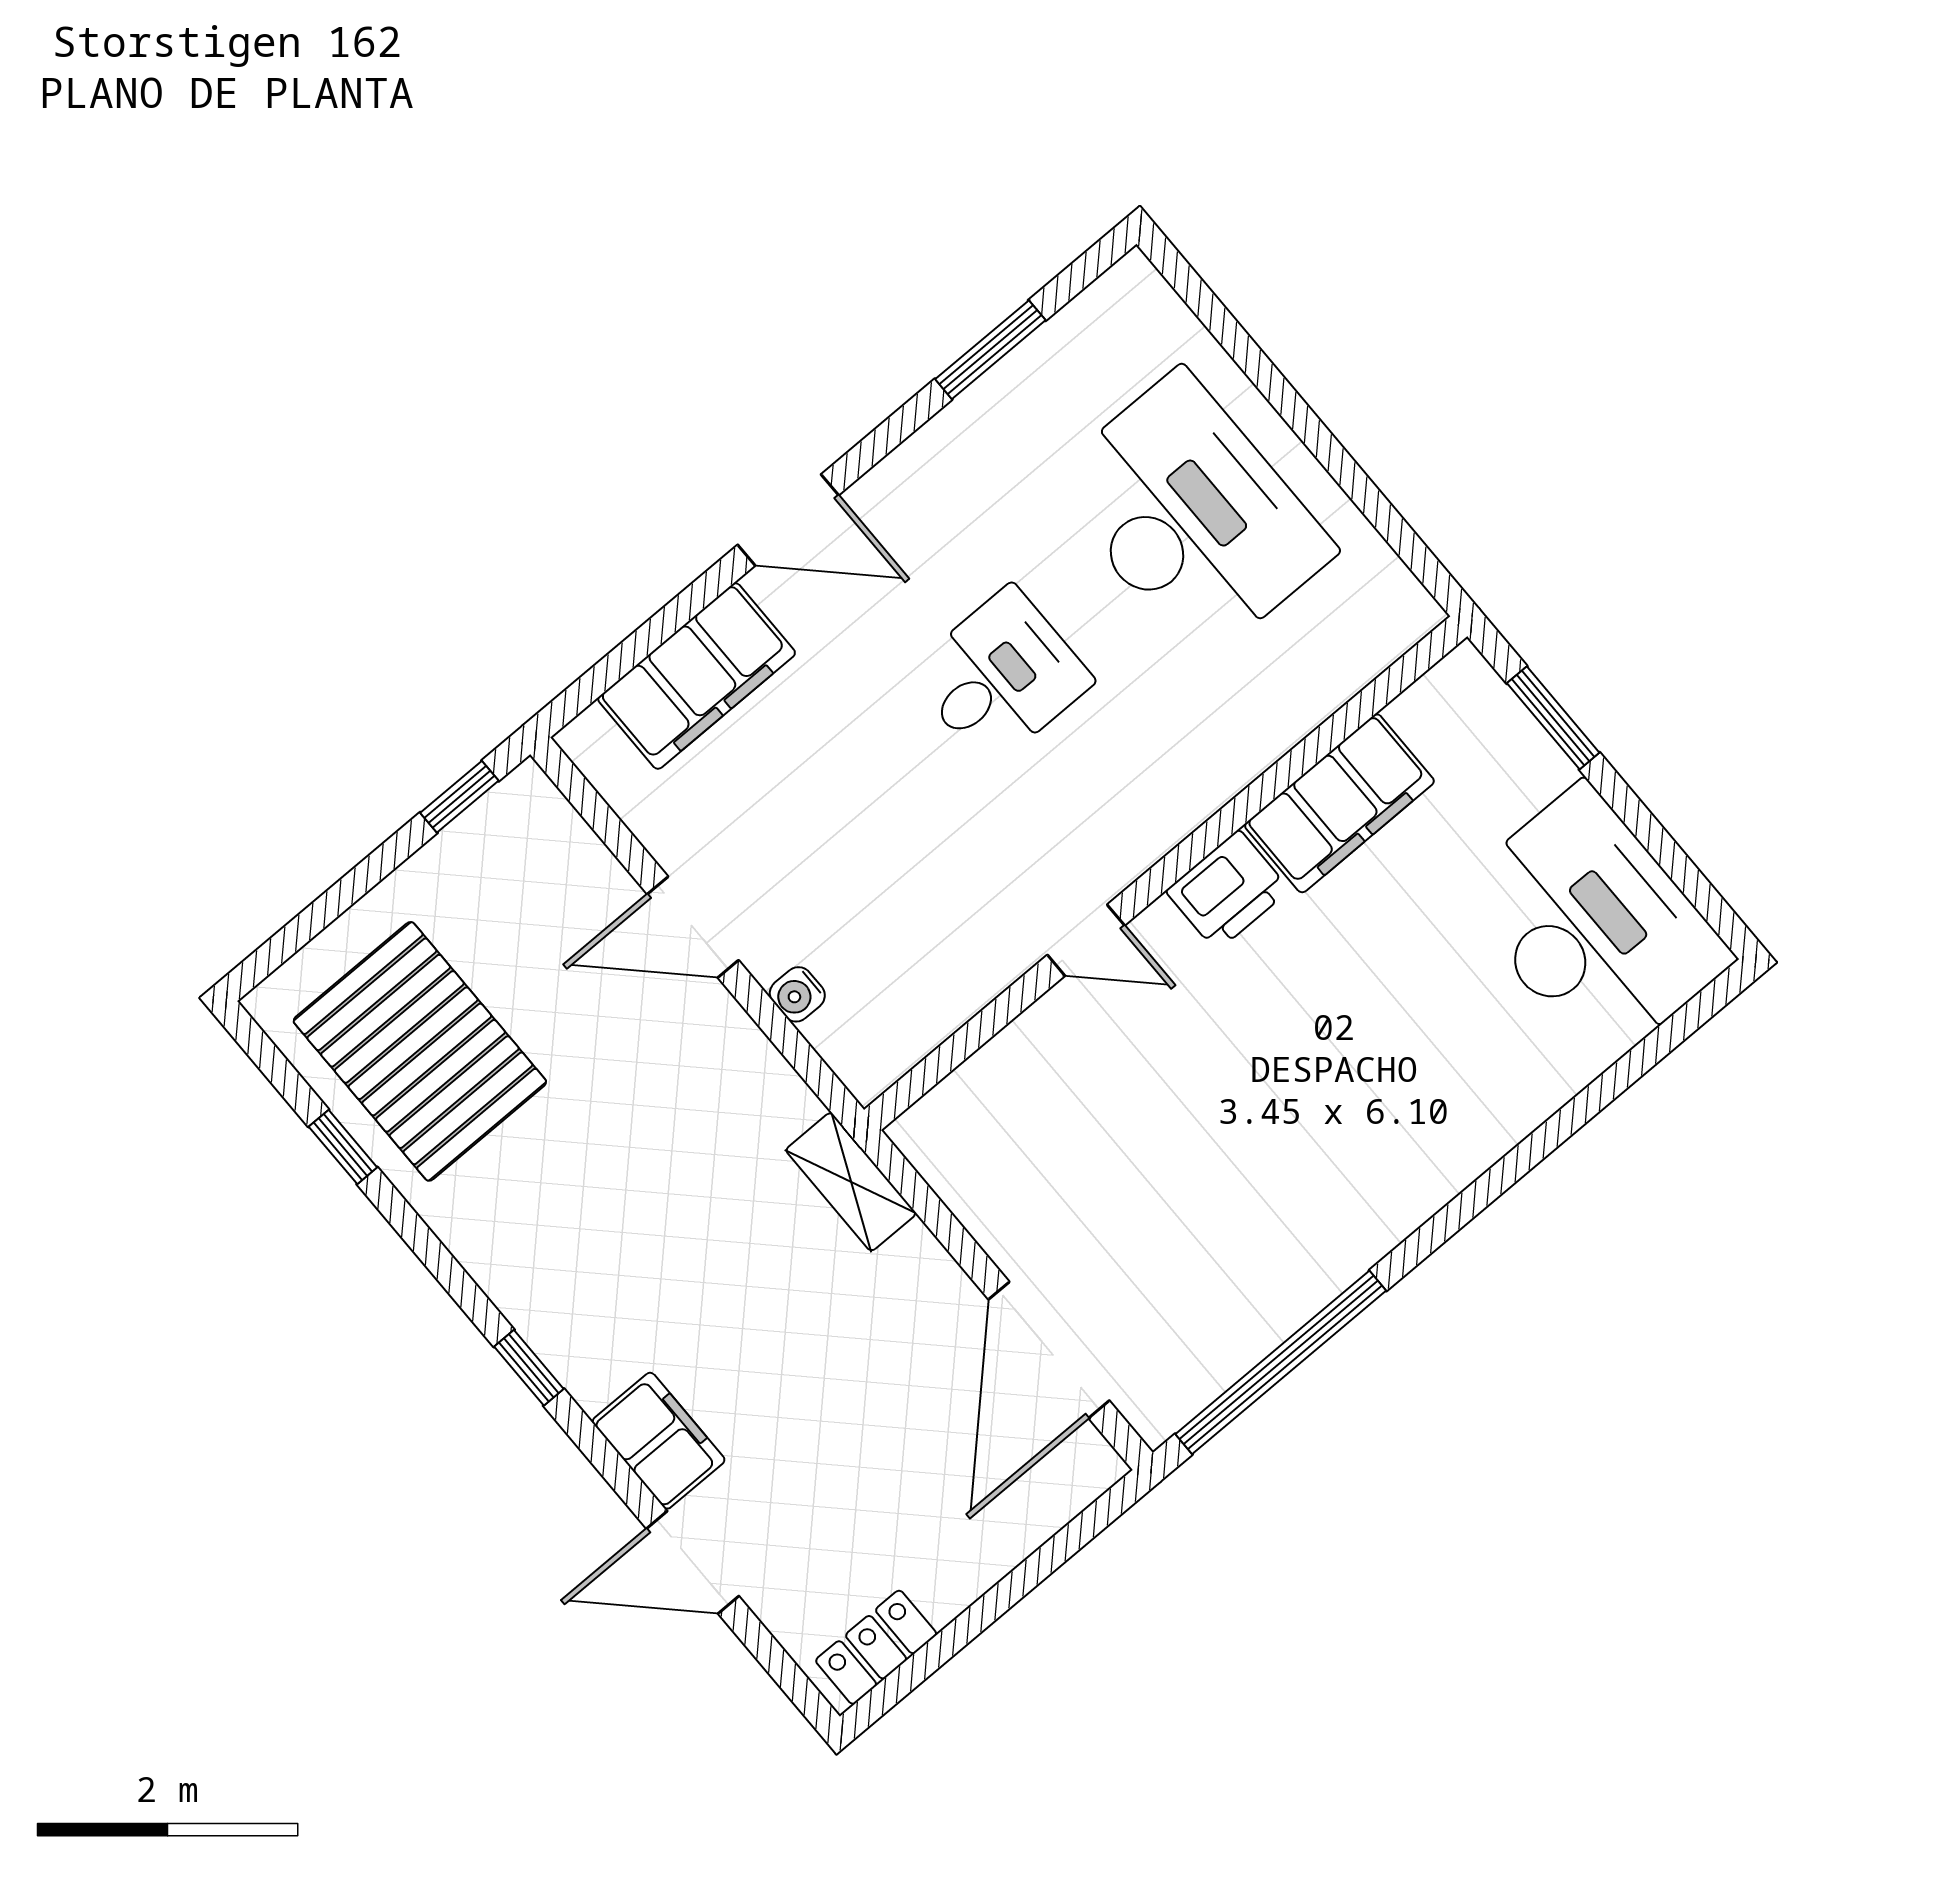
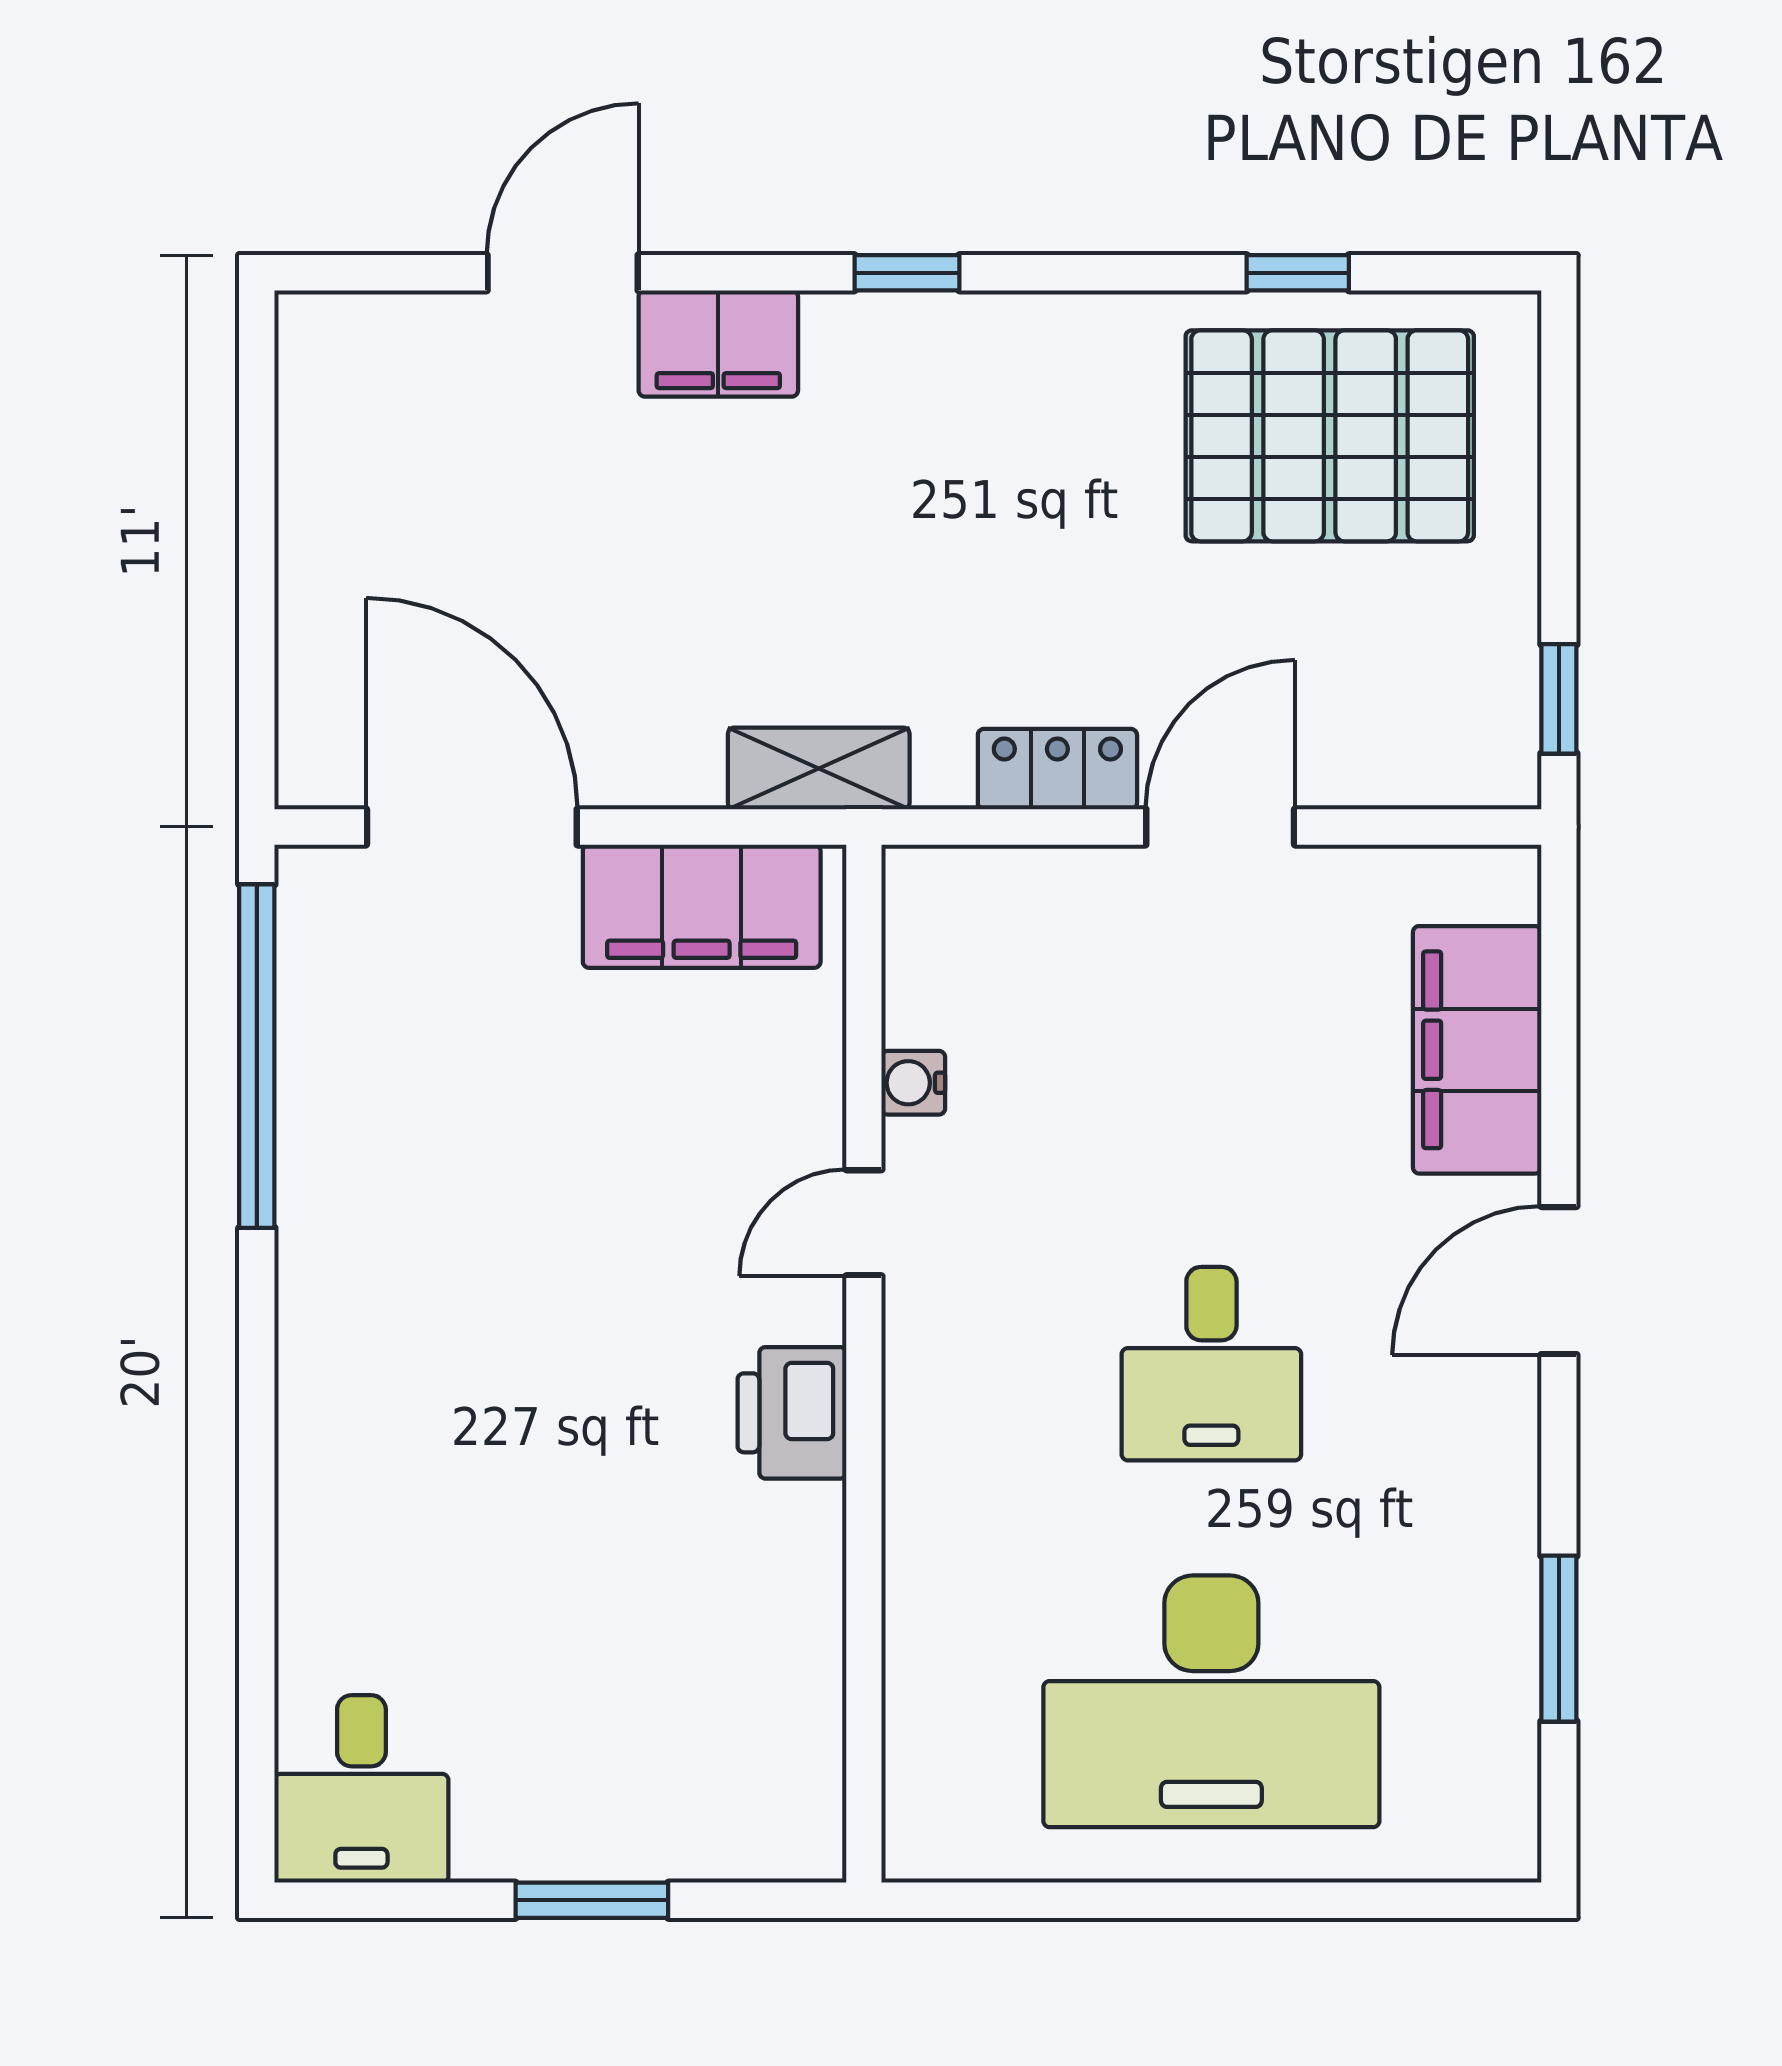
window: (1553, 718) -> (592, 1900), moved
filing cabinet: (1339, 803) -> (702, 906), moved, turned -90
desk: (1593, 925) -> (361, 1789), width x0.53, depth x0.77
water cooler: (797, 994) -> (913, 1083), moved, turned -90
locker: (876, 1647) -> (1057, 769), moved, turned -90

